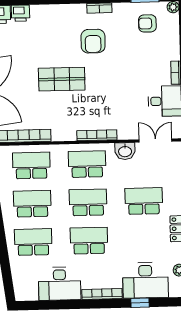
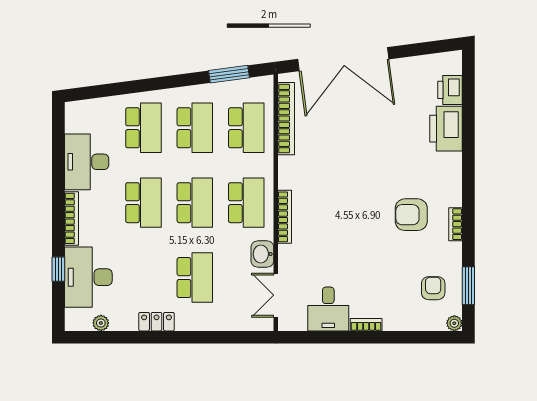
printer: (20, 13) -> (446, 129), width x1.87, depth x1.48
shop shelf: (62, 79) -> (361, 171), removed
double door: (155, 140) -> (276, 295), swing flipped

